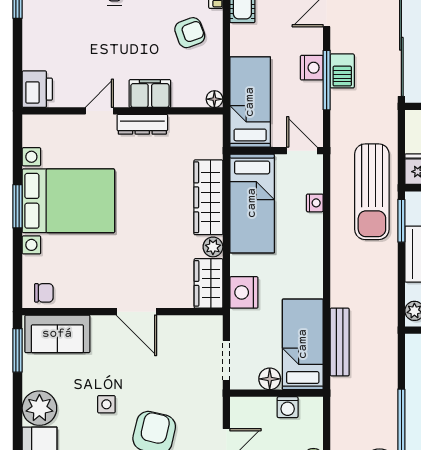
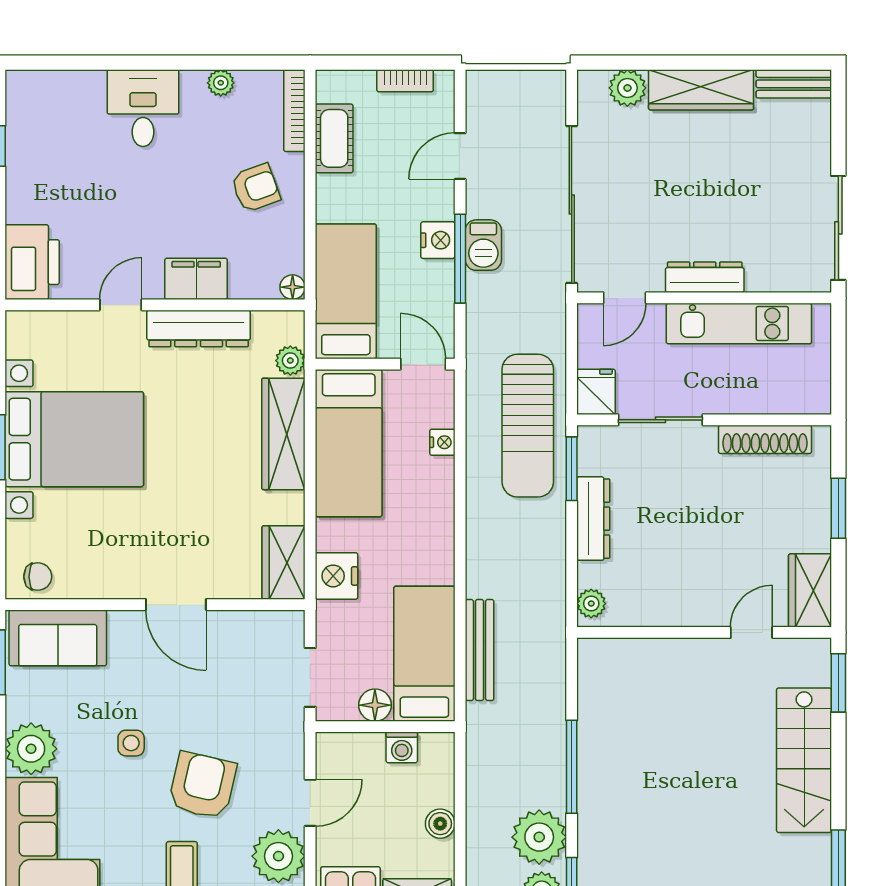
printer: (37, 89) -> (32, 262), width x1.37, depth x1.19
dresser: (142, 124) -> (199, 328), width x1.37, depth x1.24
plant: (213, 247) -> (290, 361), moved

